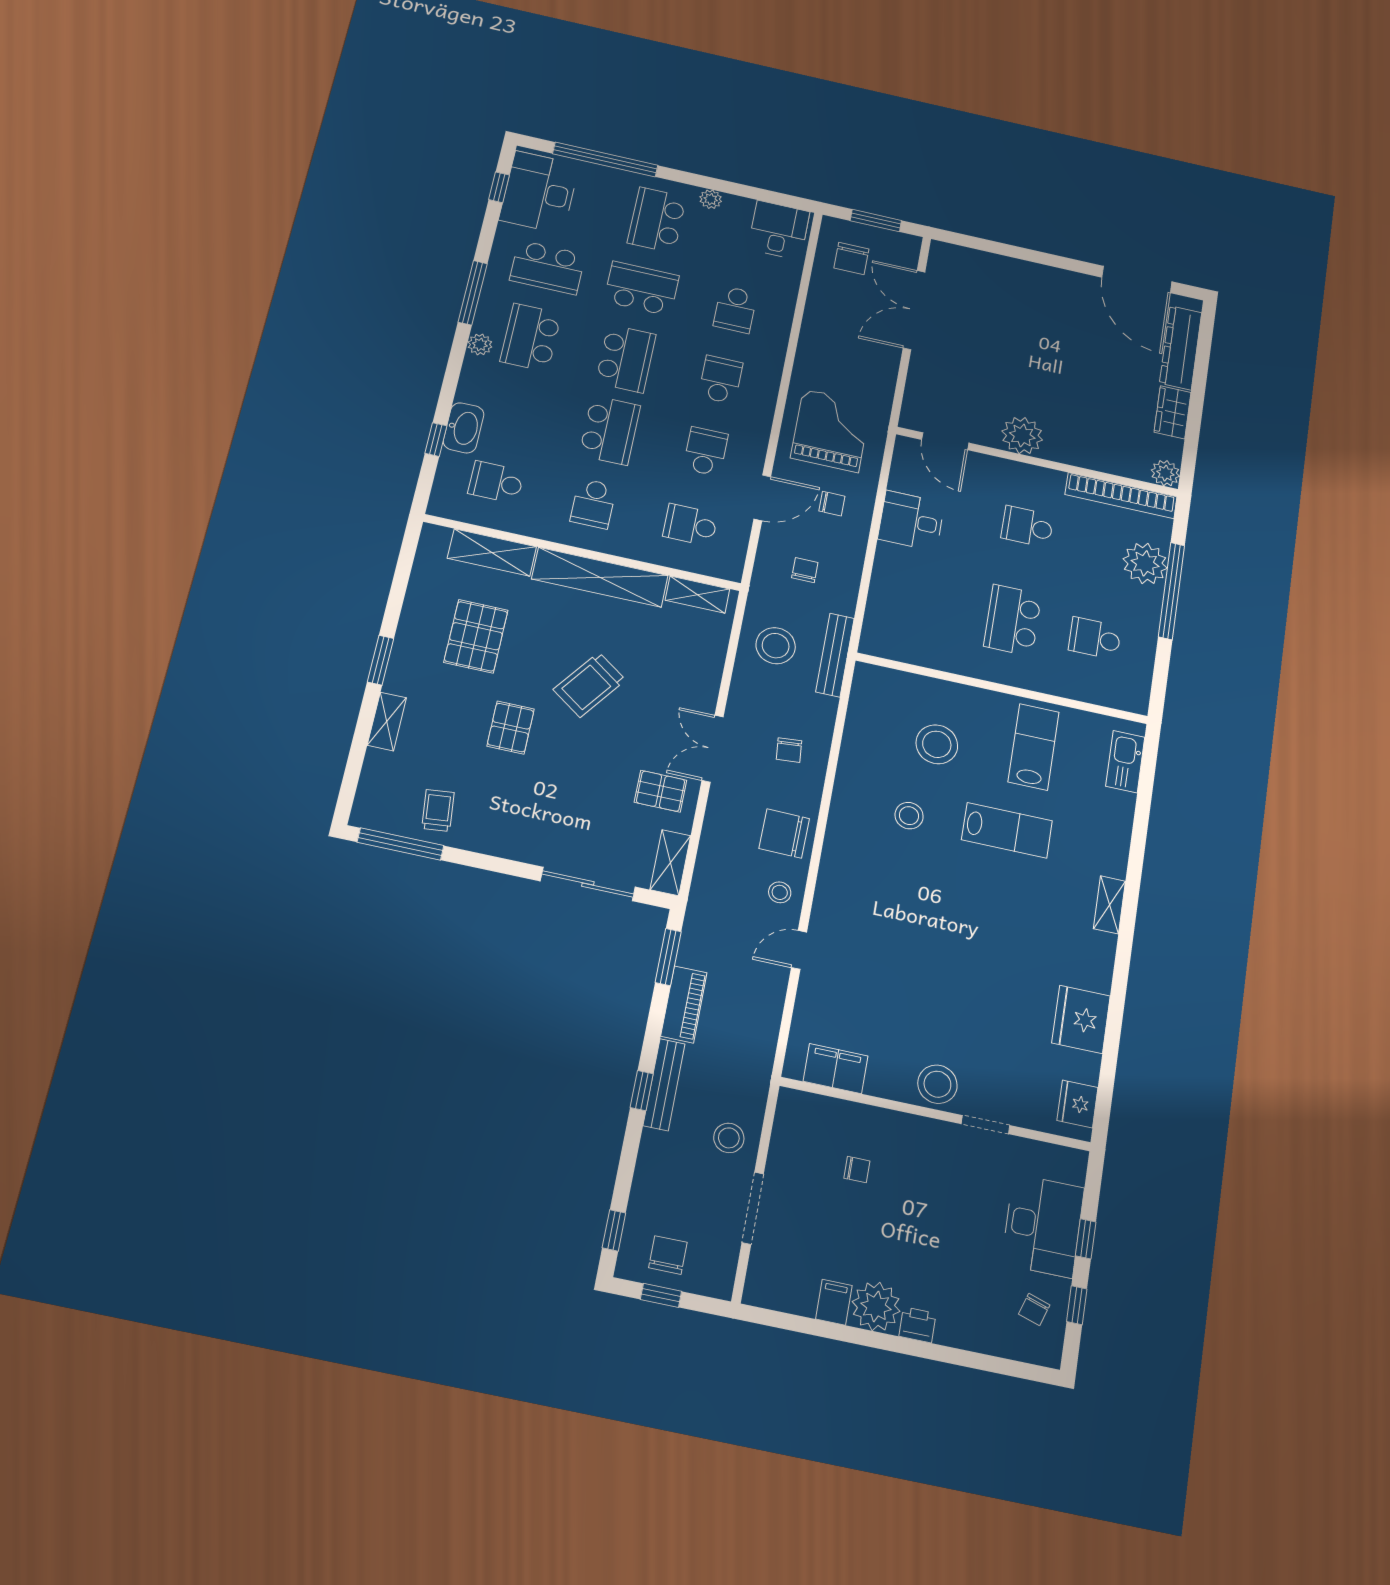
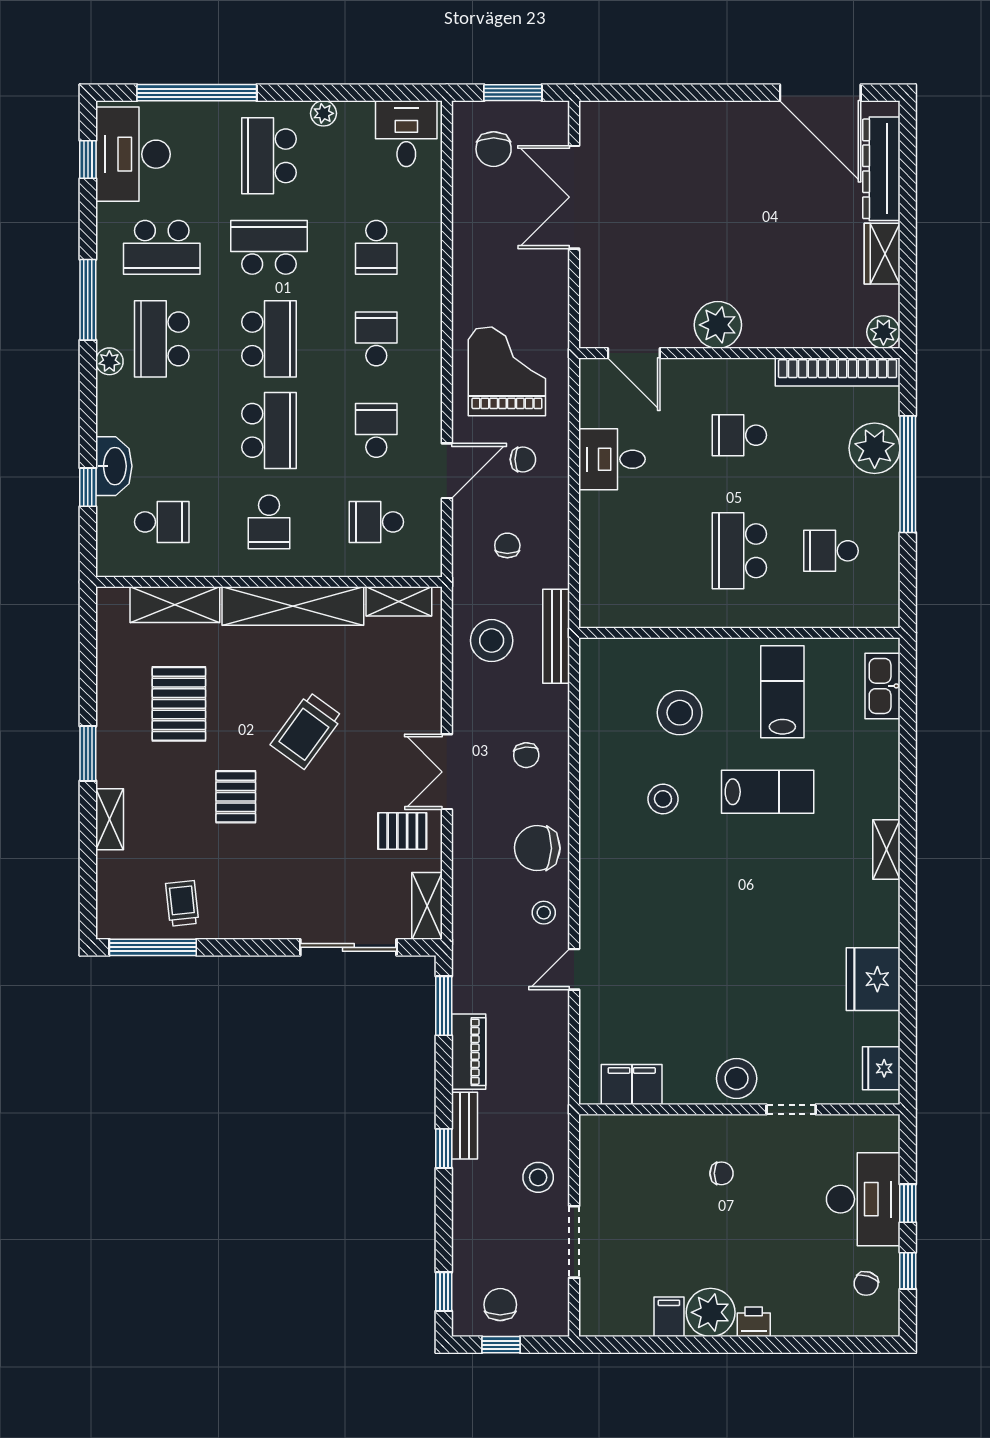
school desk: (496, 482) -> (162, 522), turned 180
bench: (664, 1085) -> (465, 1126), width x0.73
chair: (857, 1169) -> (722, 1173), moved

